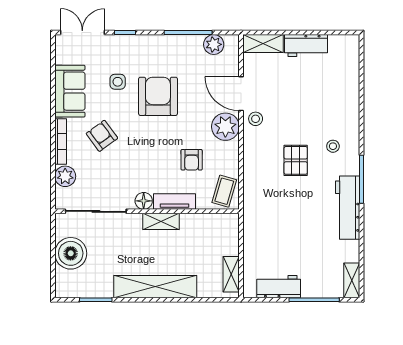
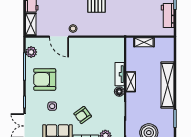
door: (241, 94) -> (59, 37), hinge flipped
armchair: (158, 96) -> (45, 79), moved
plant: (225, 127) -> (77, 45), removed
armchair: (192, 160) -> (96, 65), removed
coffee table: (224, 191) -> (114, 46), removed
shelving: (231, 274) -> (144, 42), moved

